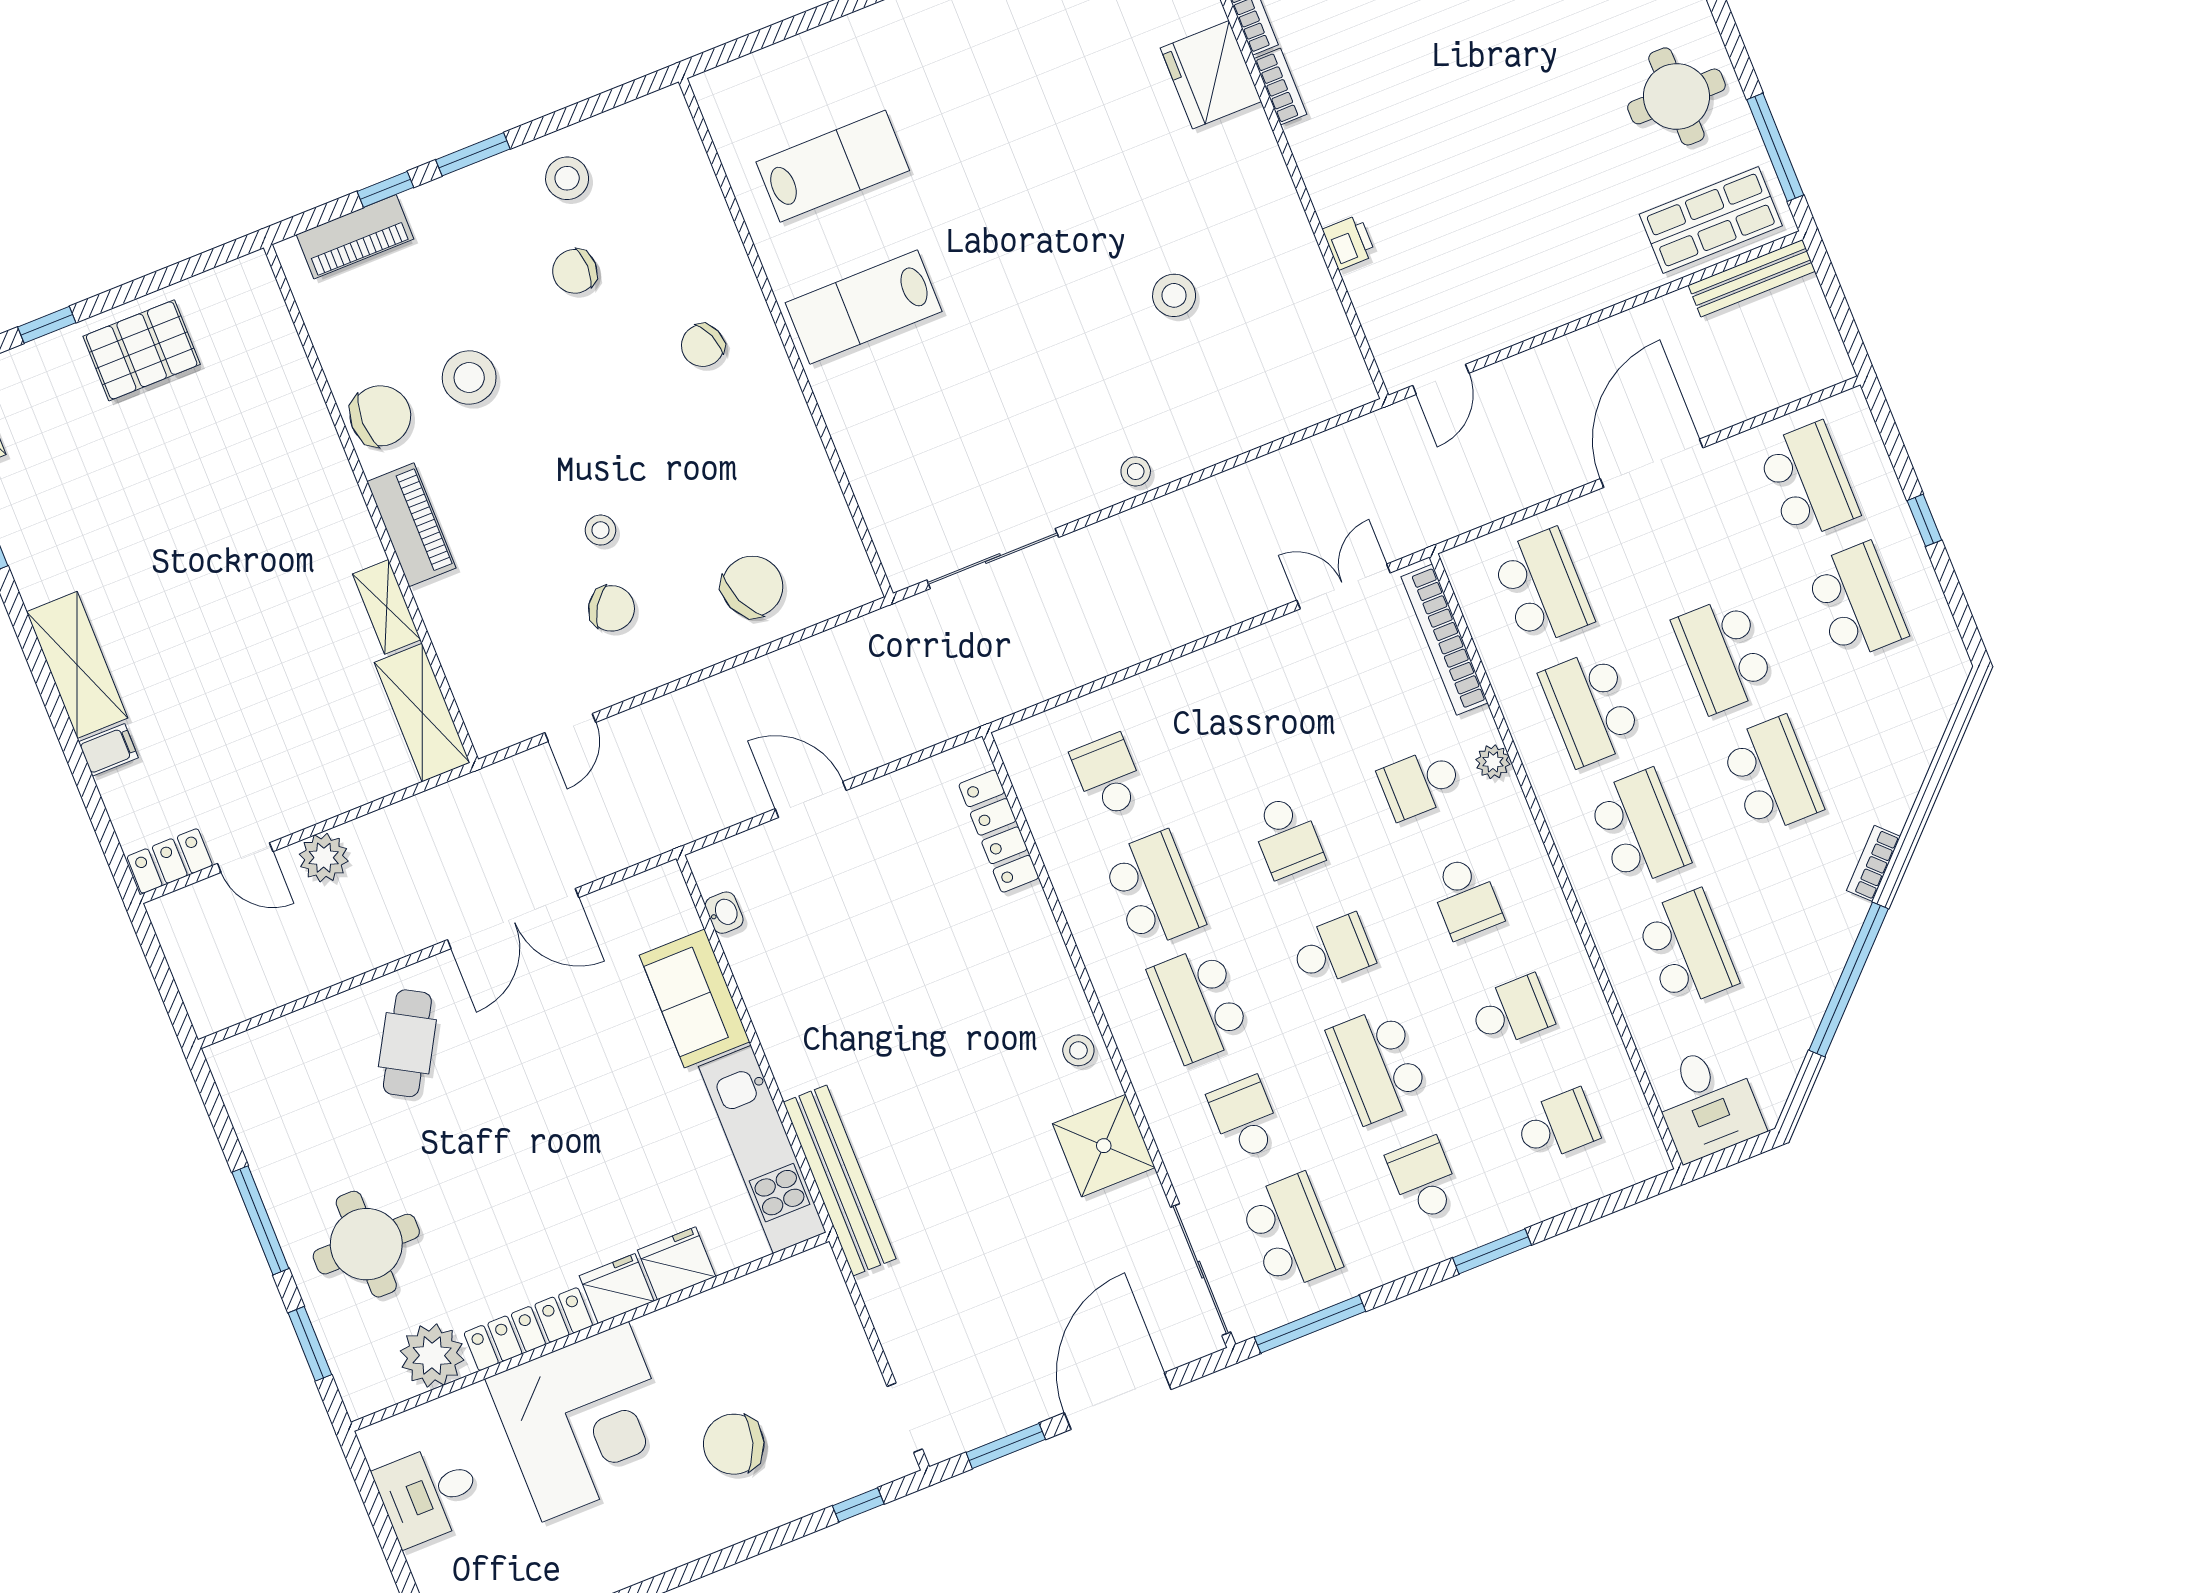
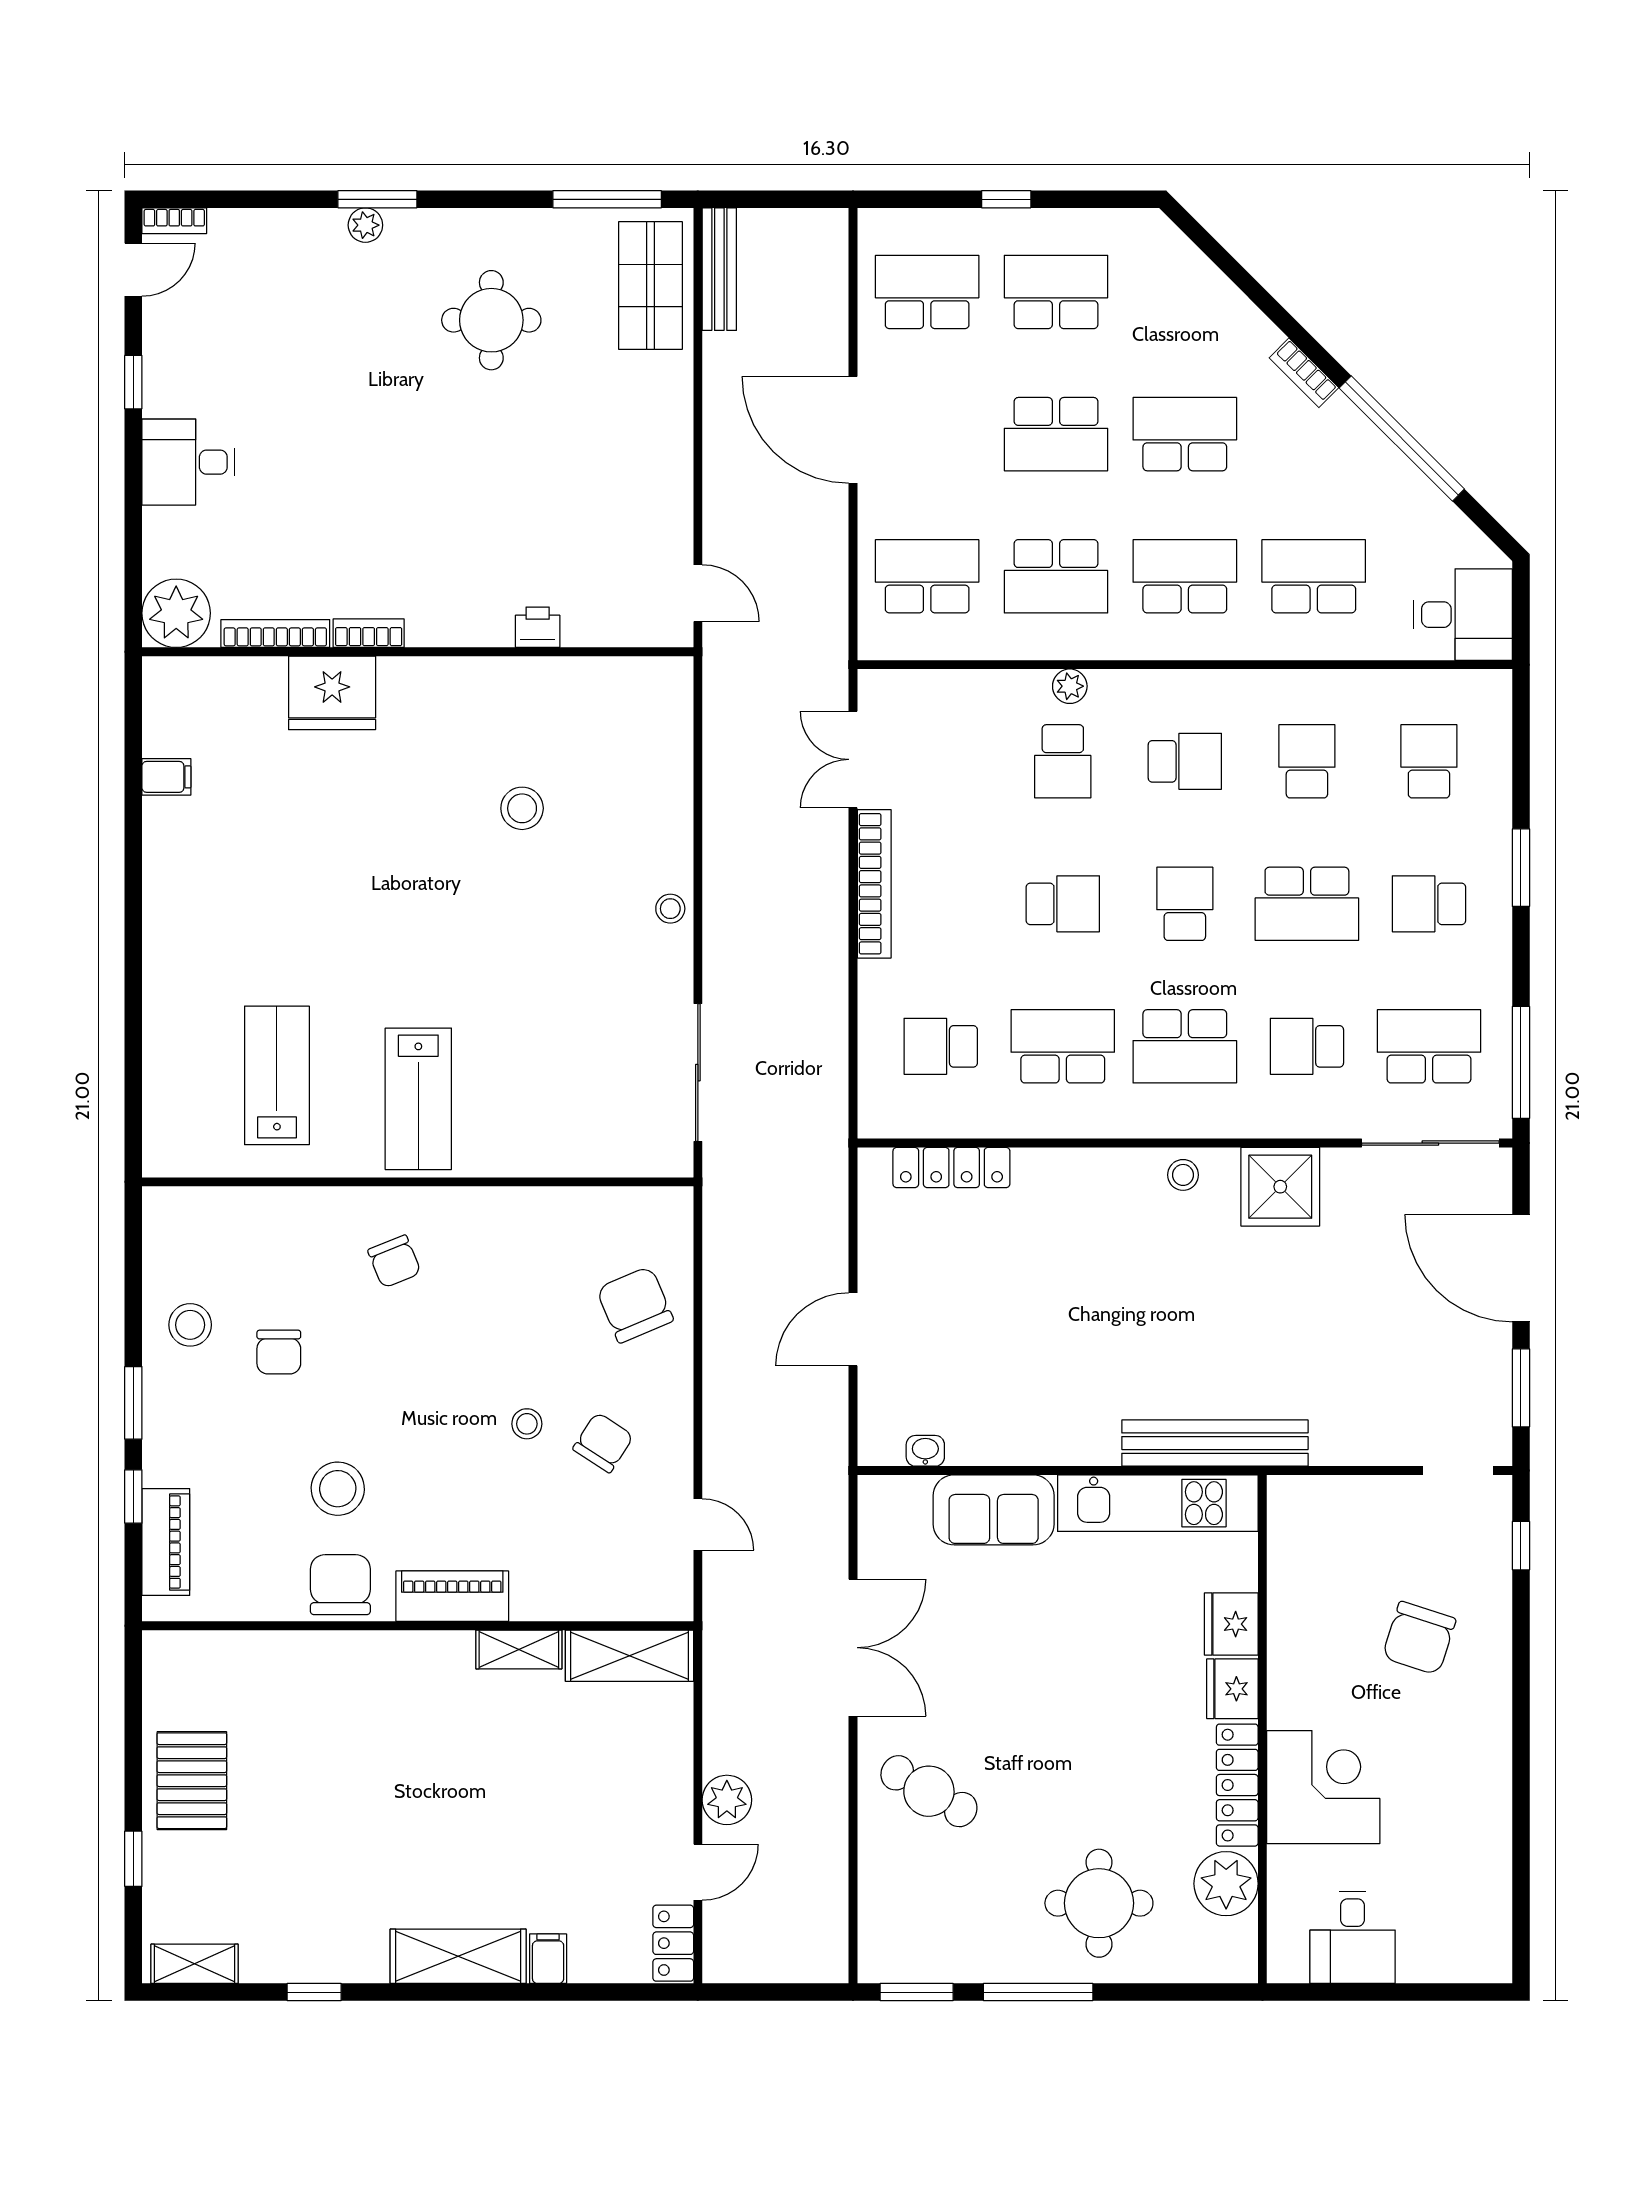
round table: (1676, 96) -> (491, 320), moved
bookcase: (1444, 640) -> (874, 884), moved, turned -90
window: (310, 1344) -> (917, 1992), moved
corner desk: (585, 1422) -> (1323, 1787), width x0.74, depth x0.74

